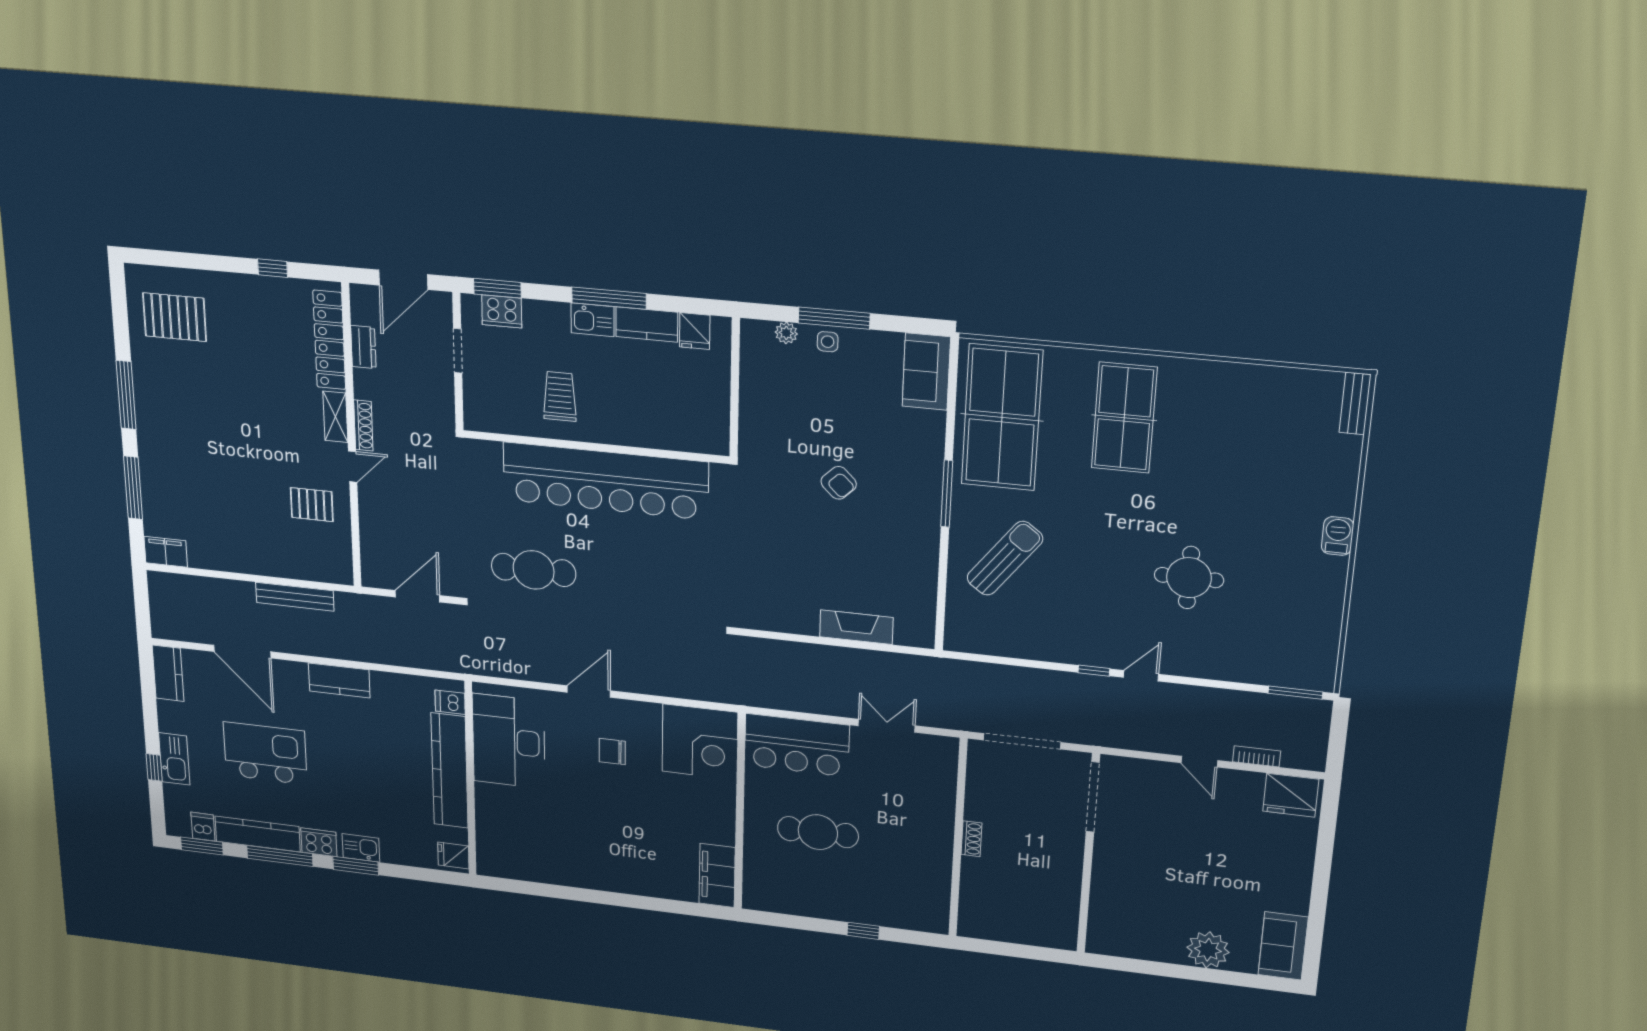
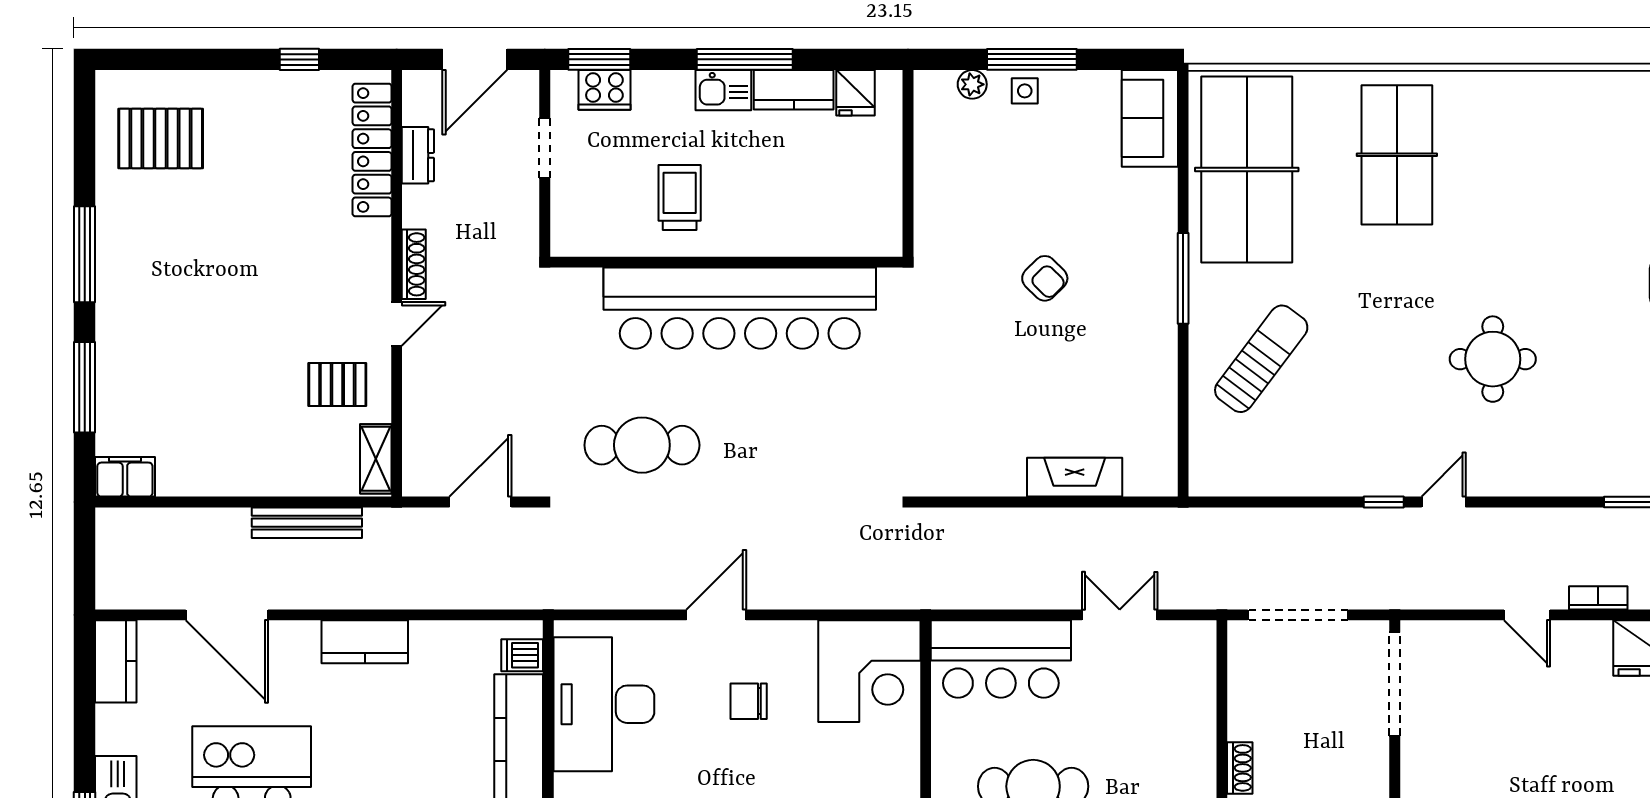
shelving: (335, 417) -> (376, 459), moved

